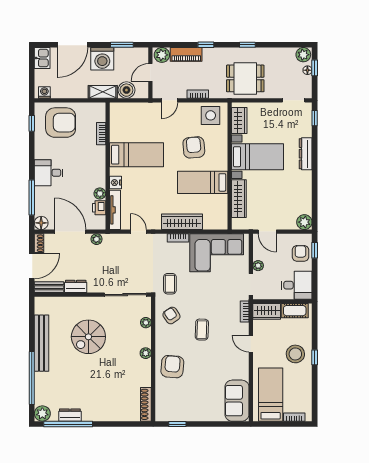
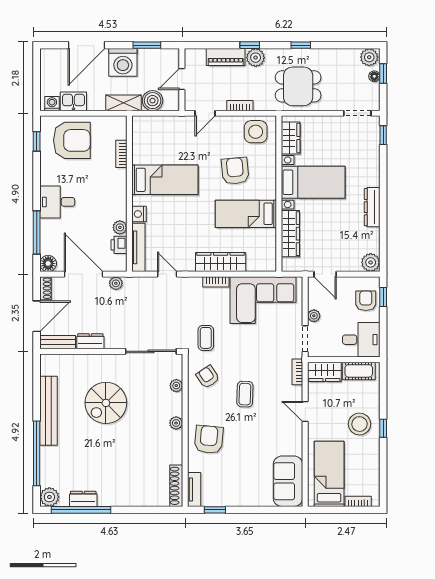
plant: (162, 55) -> (256, 58), moved
kitchen sink: (42, 58) -> (73, 101), moved, turned -90
dresser: (306, 154) -> (372, 207), moved
tv unit: (160, 407) -> (194, 489), added

